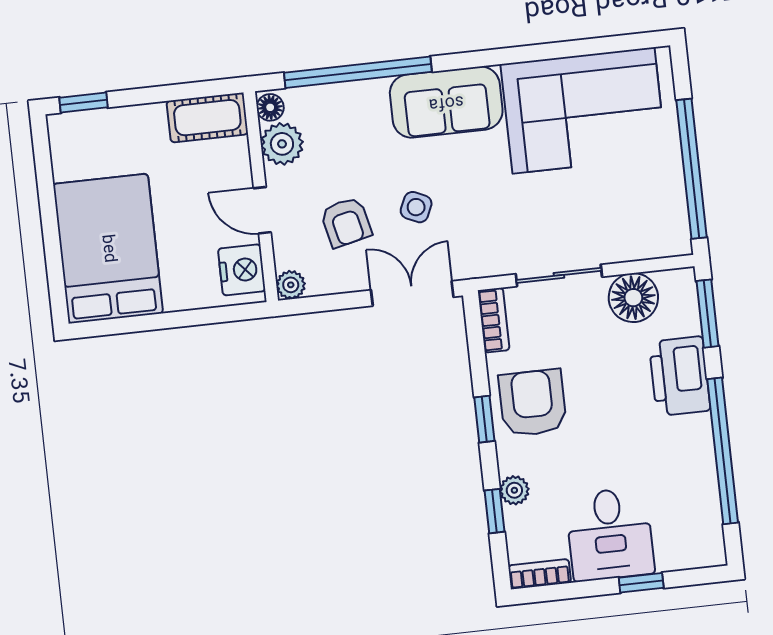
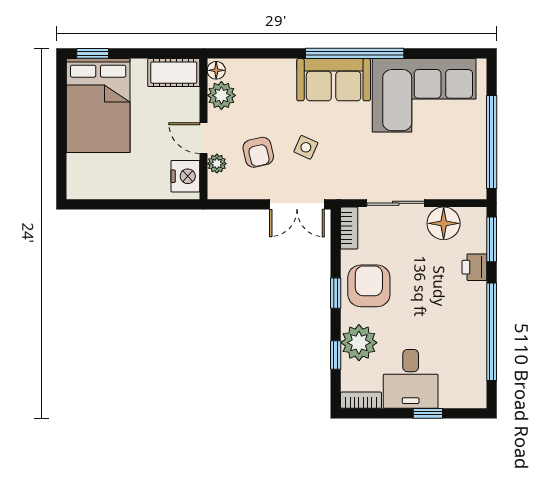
window: (358, 72) -> (355, 53), moved
bed: (108, 249) -> (98, 106), moved, turned 180
plant: (291, 285) -> (217, 164), moved
double door: (412, 293) -> (297, 204), swing flipped
printer: (680, 376) -> (474, 267), width x0.53, depth x0.68
plant: (514, 490) -> (359, 343), width x1.87, depth x1.87

